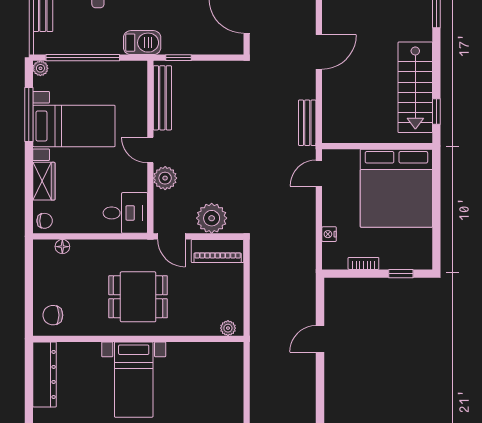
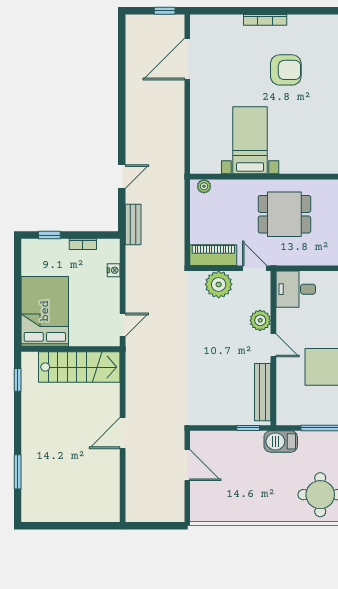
stairs: (415, 87) -> (79, 367), moved, turned 90
bench: (307, 123) -> (133, 225), moved
bed: (396, 188) -> (45, 311), width x0.73
bed with nightstands: (134, 380) -> (250, 140), moved

